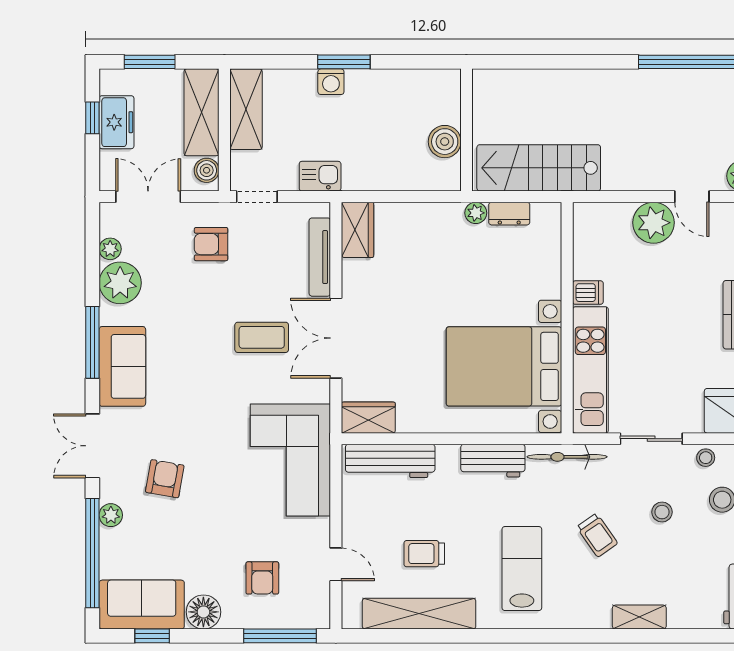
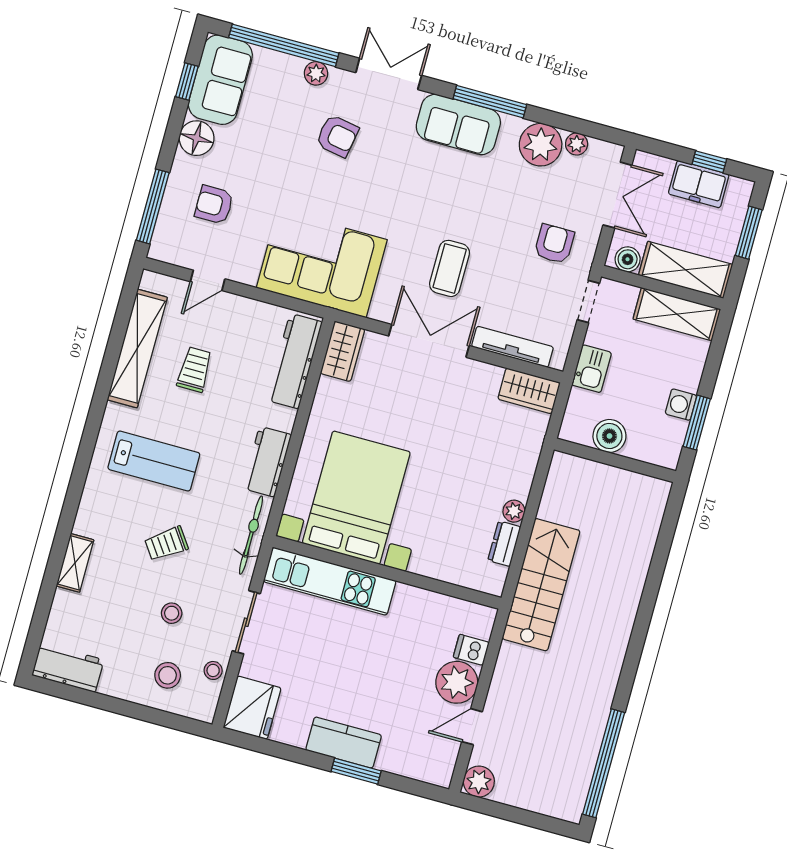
wall: (466, 130) -> (615, 460), moved
boiler: (445, 142) -> (609, 436), moved
dishwasher: (588, 293) -> (471, 650), moved, turned 90

